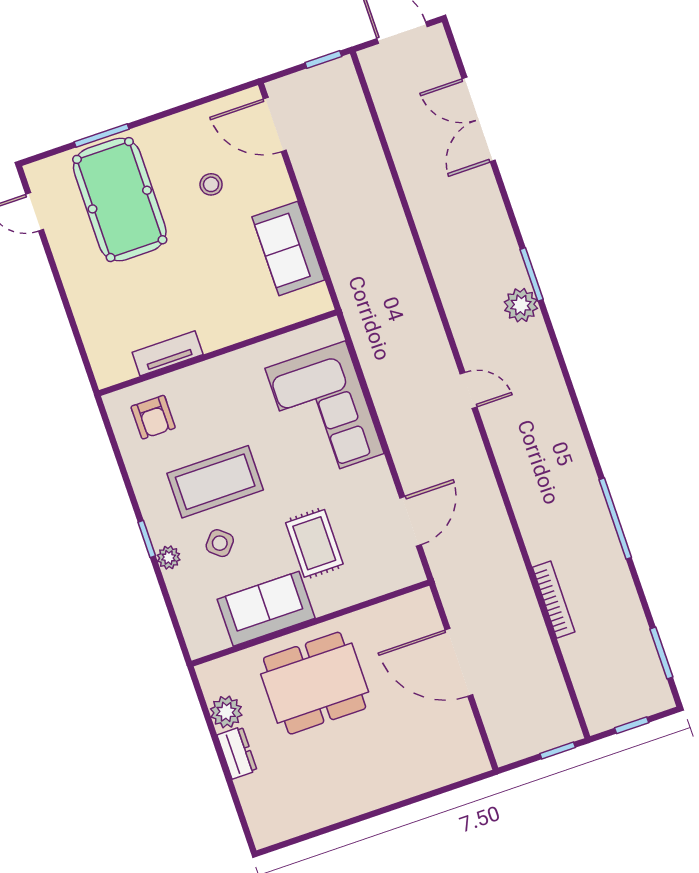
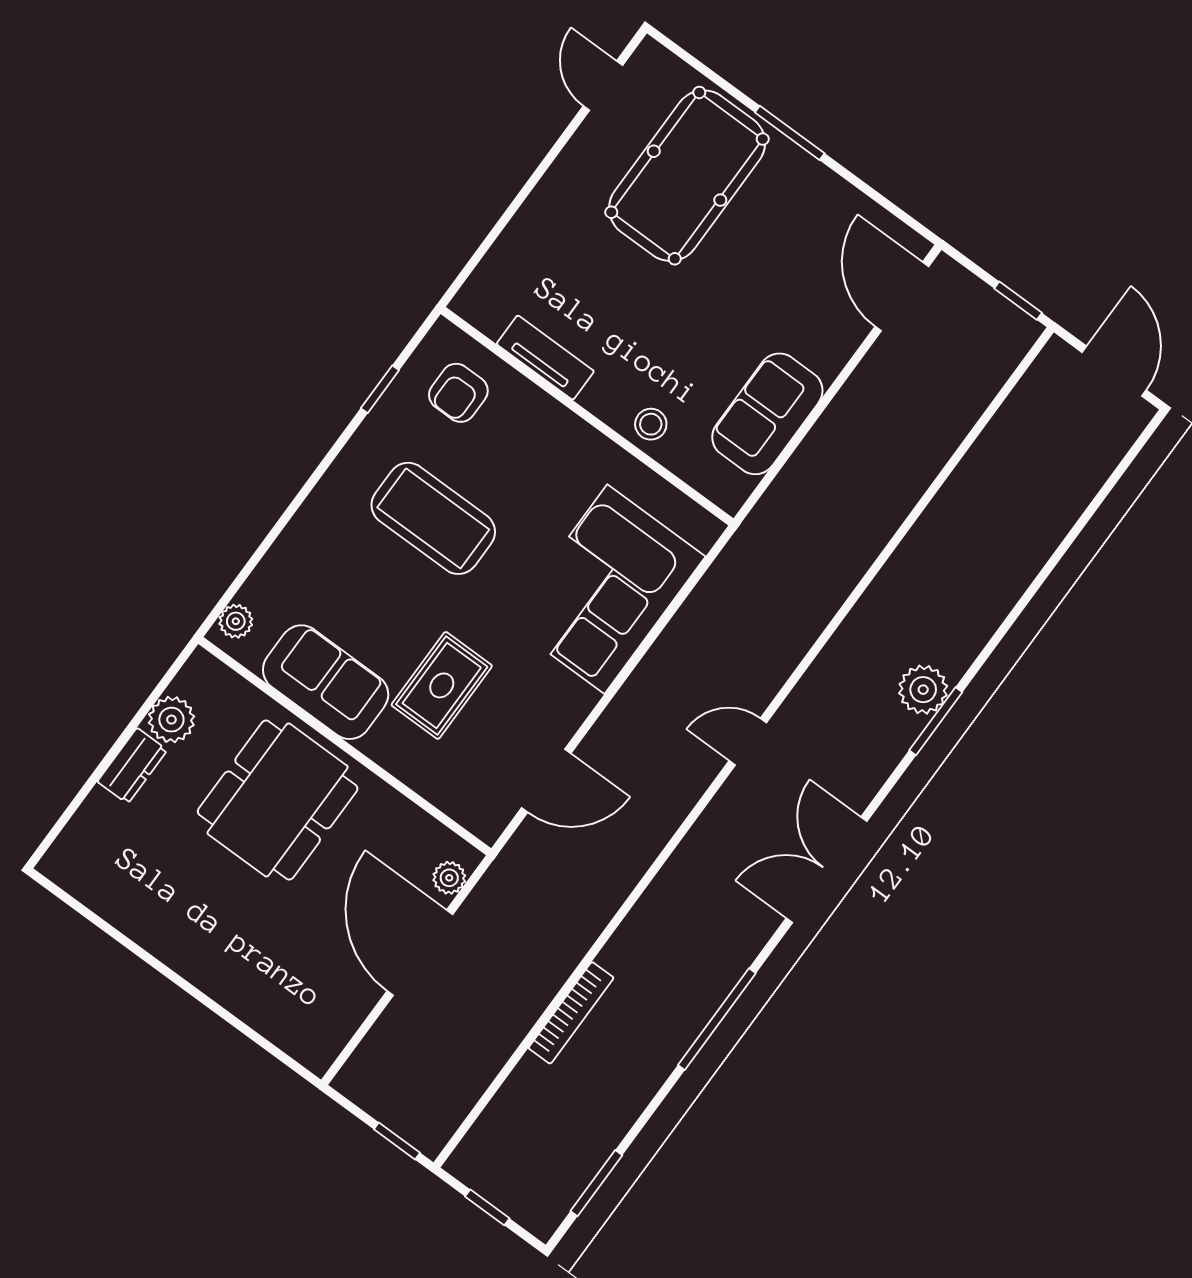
double door: (479, 120) -> (827, 870), moved
window: (102, 135) -> (790, 133), moved
stool: (211, 184) -> (651, 424), moved
plant: (521, 305) -> (923, 690), moved
door: (469, 390) -> (748, 742), swing flipped
window: (147, 539) -> (380, 389), moved
side table: (220, 543) -> (365, 574), removed
plant: (169, 557) -> (236, 621), moved
plant: (428, 616) -> (449, 878), added
dining table: (315, 683) -> (278, 800), turned 90

